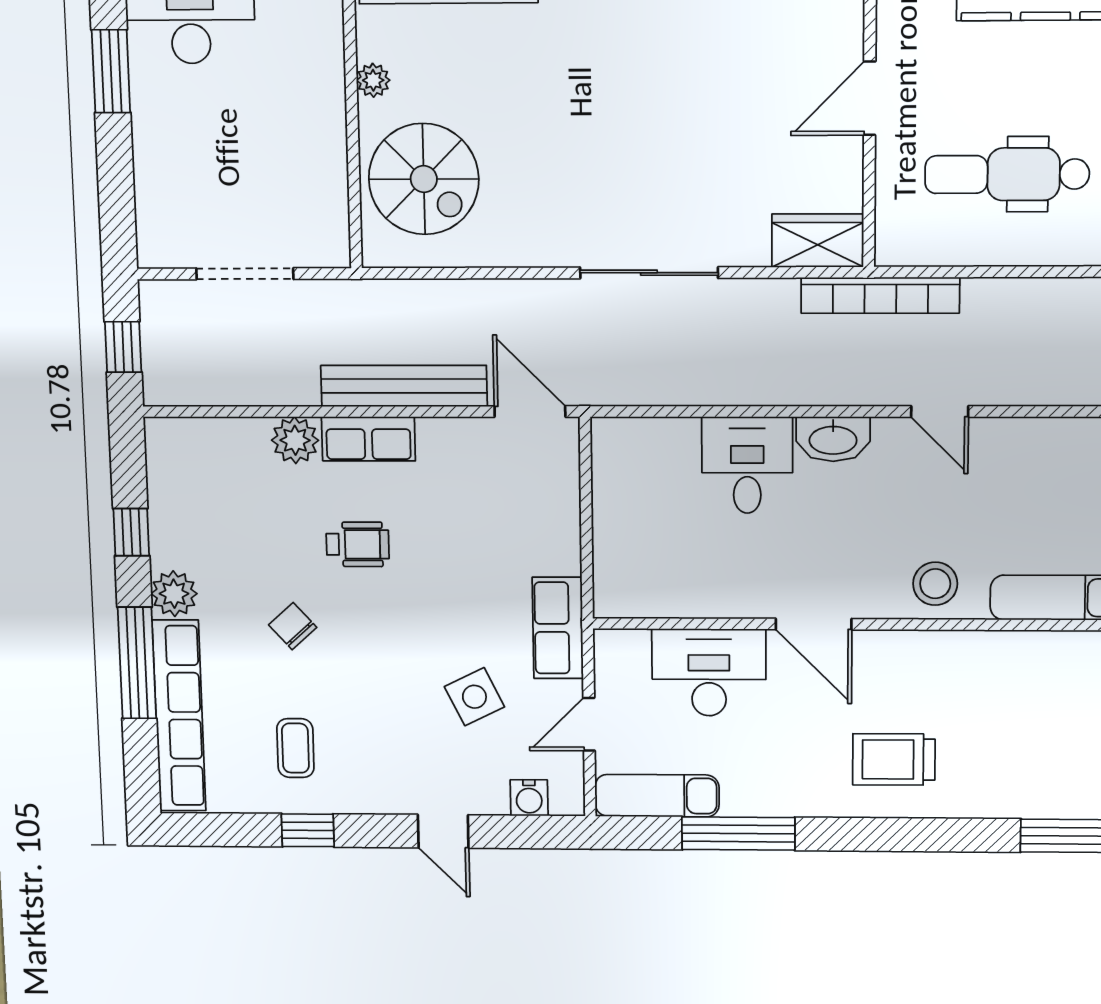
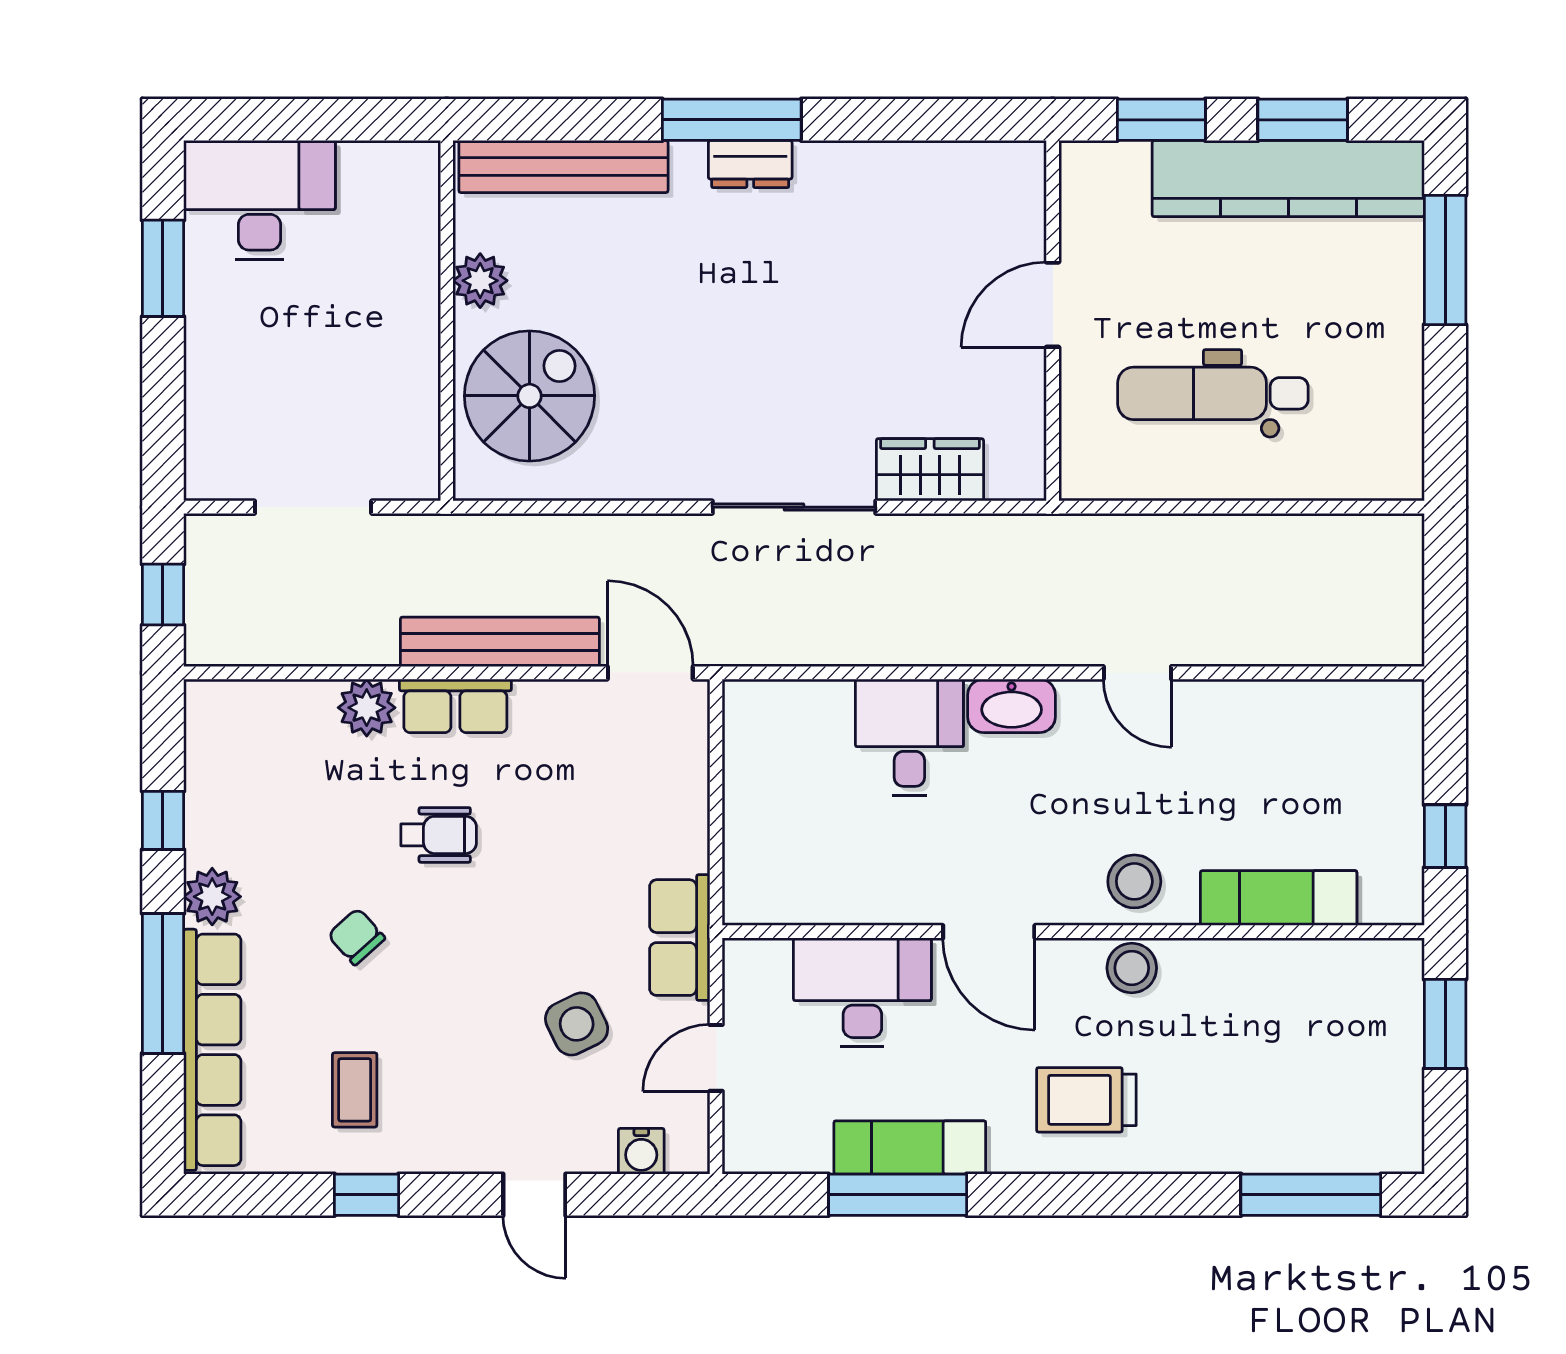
plant: (373, 80) -> (480, 281), width x1.38, depth x1.38
spiral stairs: (424, 179) -> (530, 396), turned -90
wardrobe: (818, 241) -> (930, 470), moved
bookcase: (880, 295) -> (1067, 534), removed
stool: (932, 654) -> (1132, 968), added
exam couch: (657, 796) -> (910, 1147), moved

